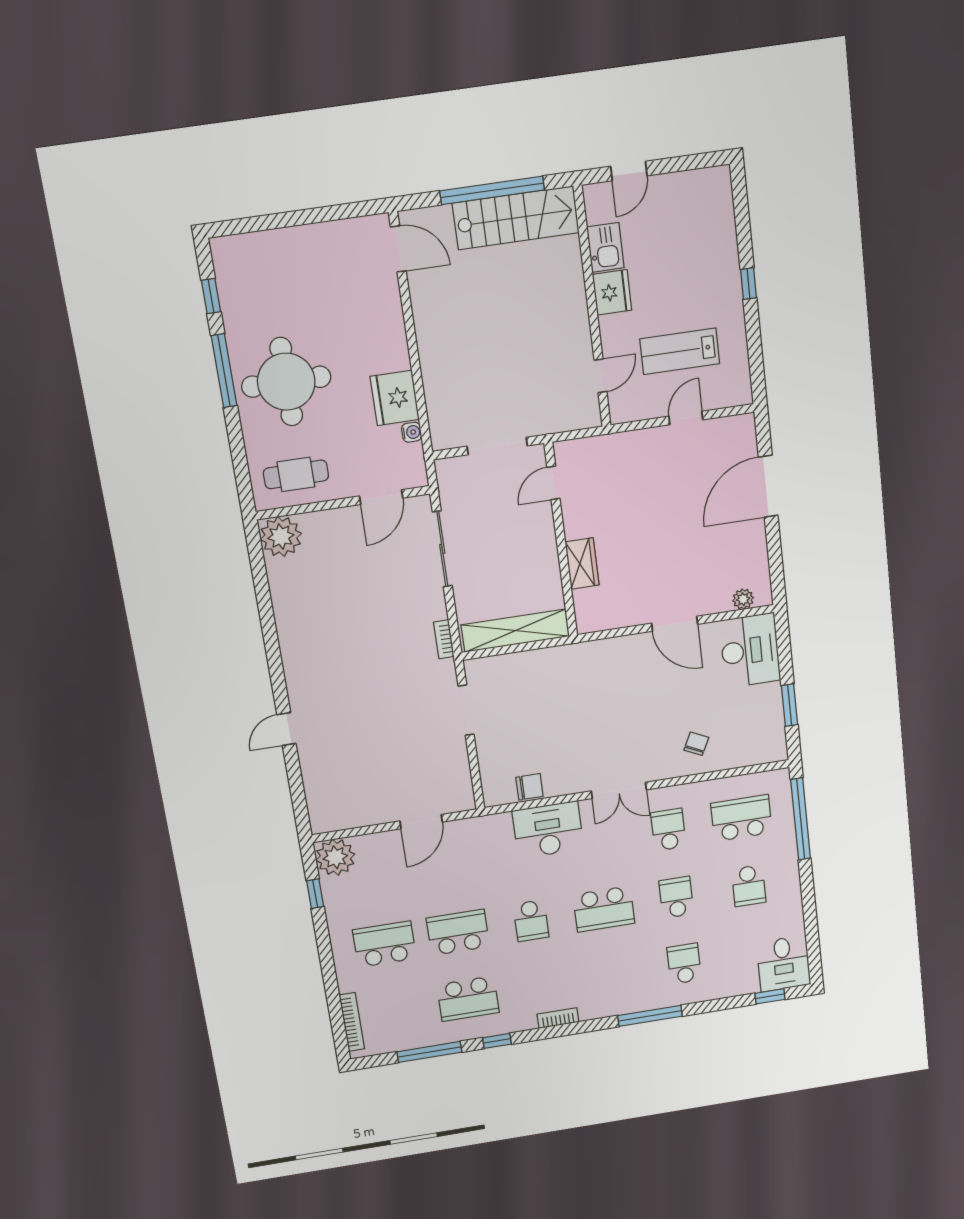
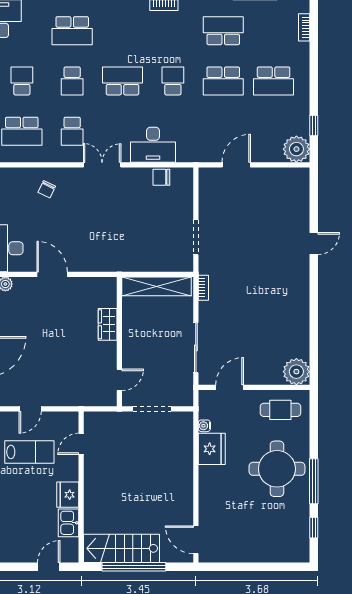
school desk: (684, 964) -> (72, 31), width x1.85
bookcase: (352, 1022) -> (304, 27), width x0.64

